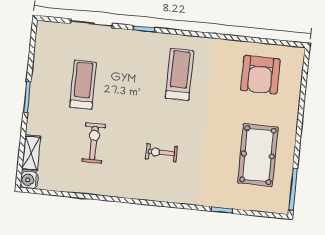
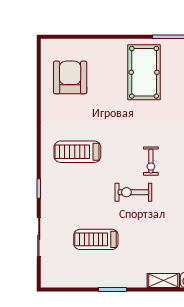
armchair: (260, 75) -> (70, 77), turned -90
exercise bike: (94, 143) -> (133, 192), moved
pool table: (258, 155) -> (144, 72), turned 90

